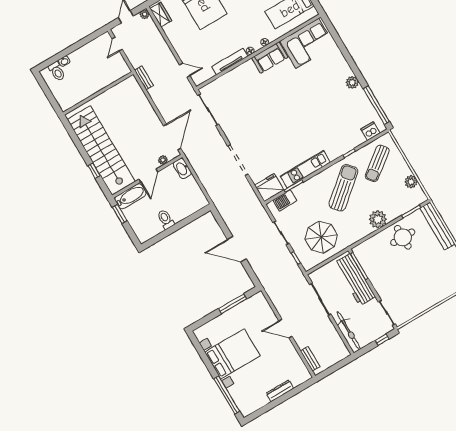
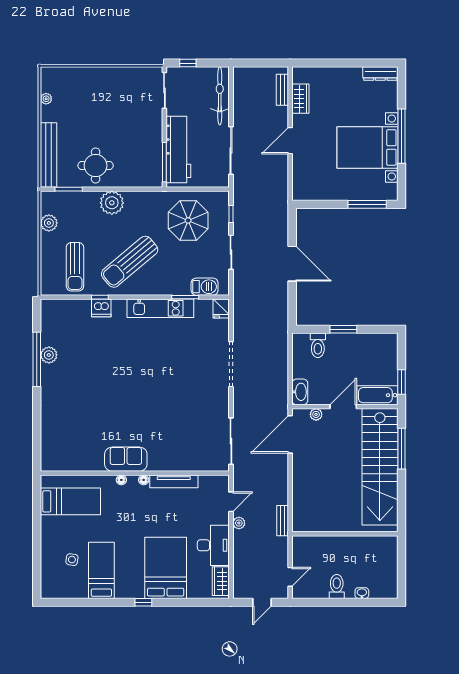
plant: (145, 14) -> (239, 523), moved
desk: (180, 35) -> (213, 545), added
corner sofa: (307, 43) -> (74, 450), removed
door: (185, 70) -> (231, 502), swing flipped
toilet: (57, 71) -> (337, 586), moved
plant: (352, 82) -> (49, 355), moved
window: (376, 105) -> (37, 359), moved
dishwasher: (370, 131) -> (101, 308), moved
sun lounger: (377, 163) -> (75, 267), turned 127
window: (94, 171) -> (401, 449), width x2.17
fridge: (269, 188) -> (221, 309), width x0.53, depth x0.75
toilet: (166, 219) -> (318, 345), moved
window: (178, 226) -> (343, 329), added
window: (233, 304) -> (367, 204), moved
door: (285, 329) -> (290, 141), swing flipped
wardrobe: (295, 360) -> (300, 99), added
dresser: (280, 391) -> (380, 74), moved
window: (227, 395) -> (401, 136), moved

